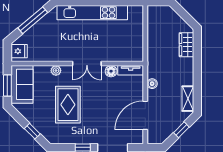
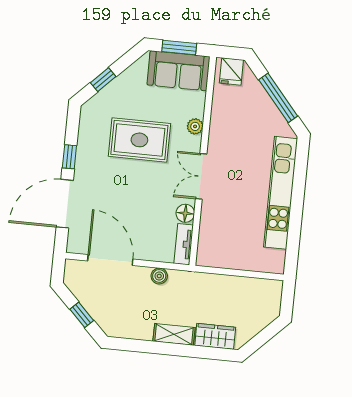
shelving: (188, 99) -> (174, 334), moved

